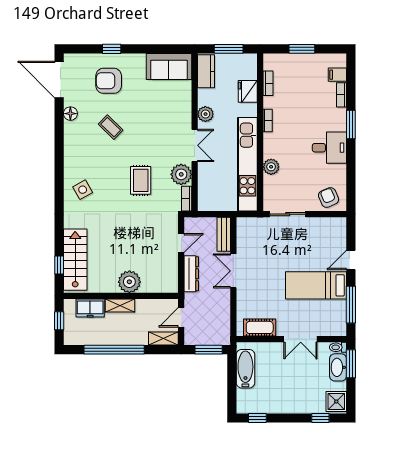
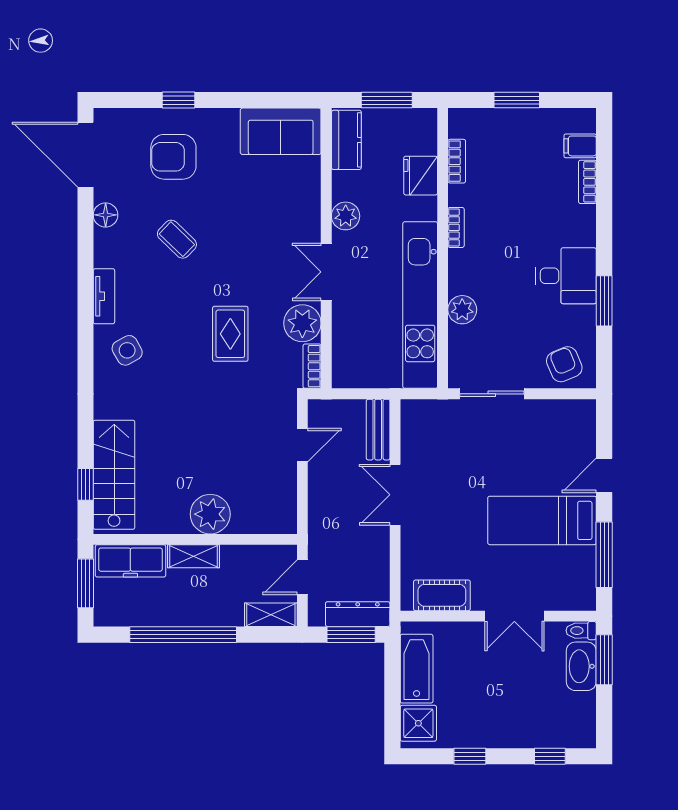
window: (351, 125) -> (604, 301), moved
double door: (195, 145) -> (326, 272), swing flipped
tv unit: (70, 159) -> (104, 296), added
dresser: (191, 274) -> (358, 614), moved, turned -90
freezer: (90, 308) -> (130, 561), width x1.40
window: (59, 321) -> (85, 583), width x1.50
shower: (336, 401) -> (418, 723), moved
window: (257, 418) -> (470, 756), moved

